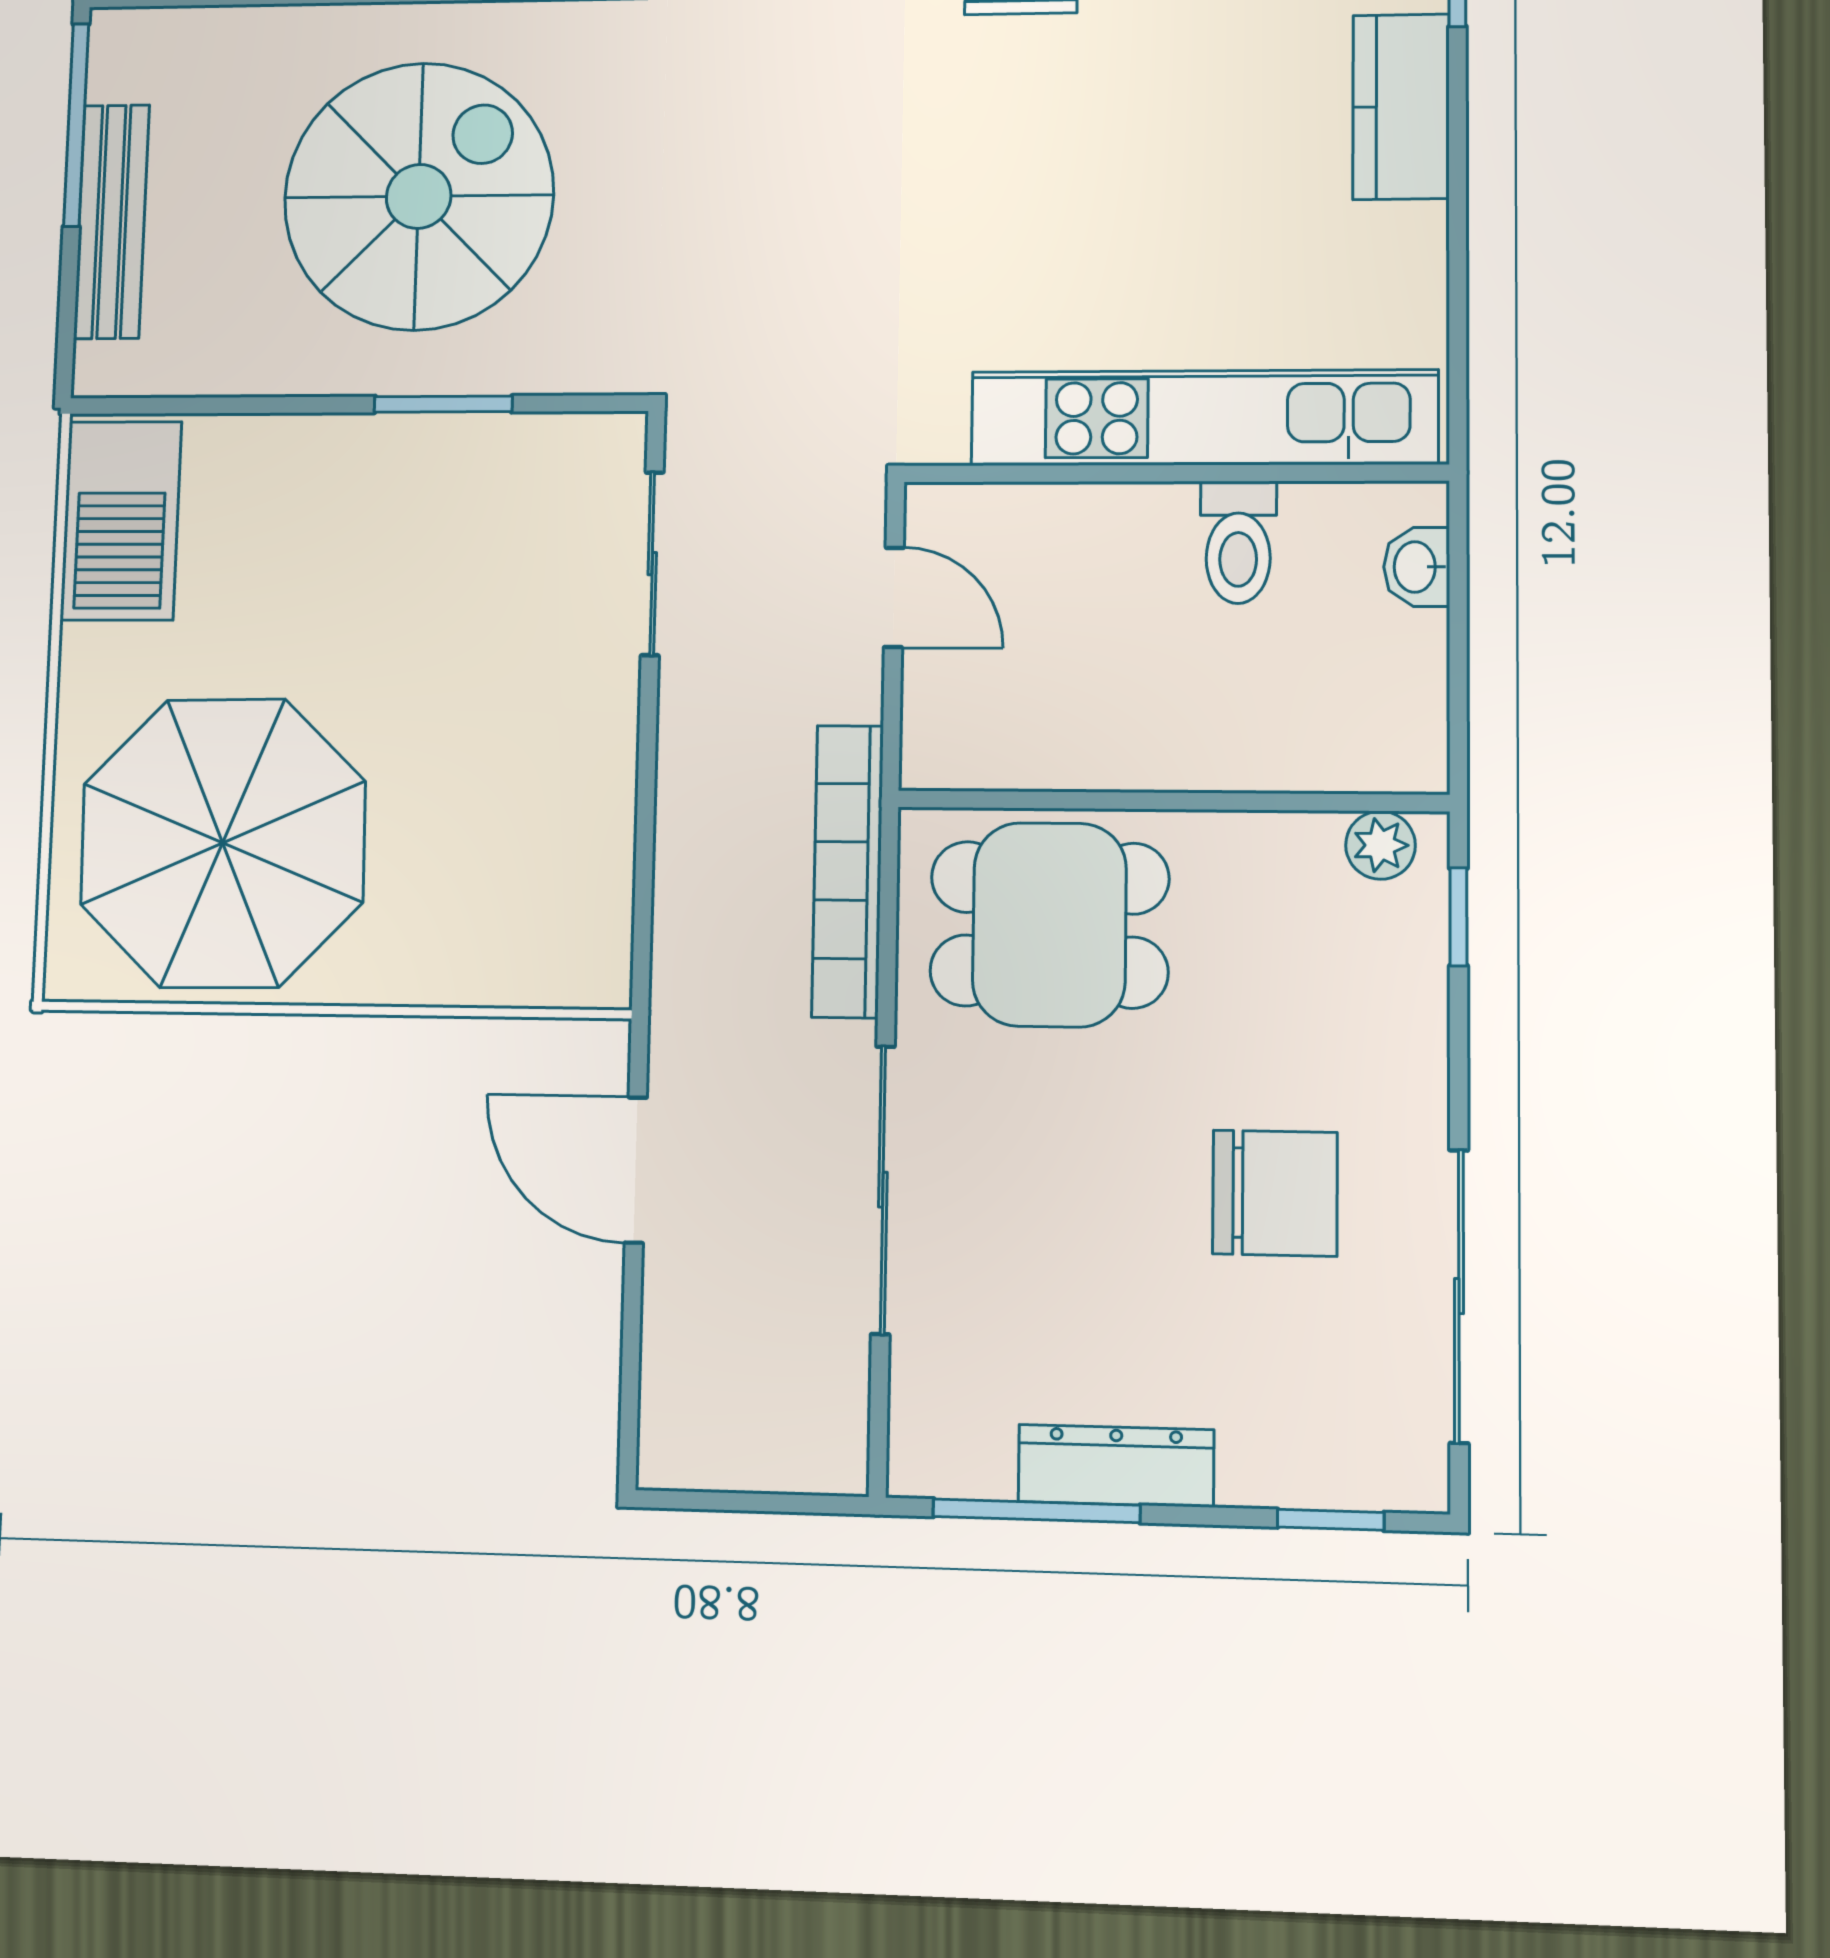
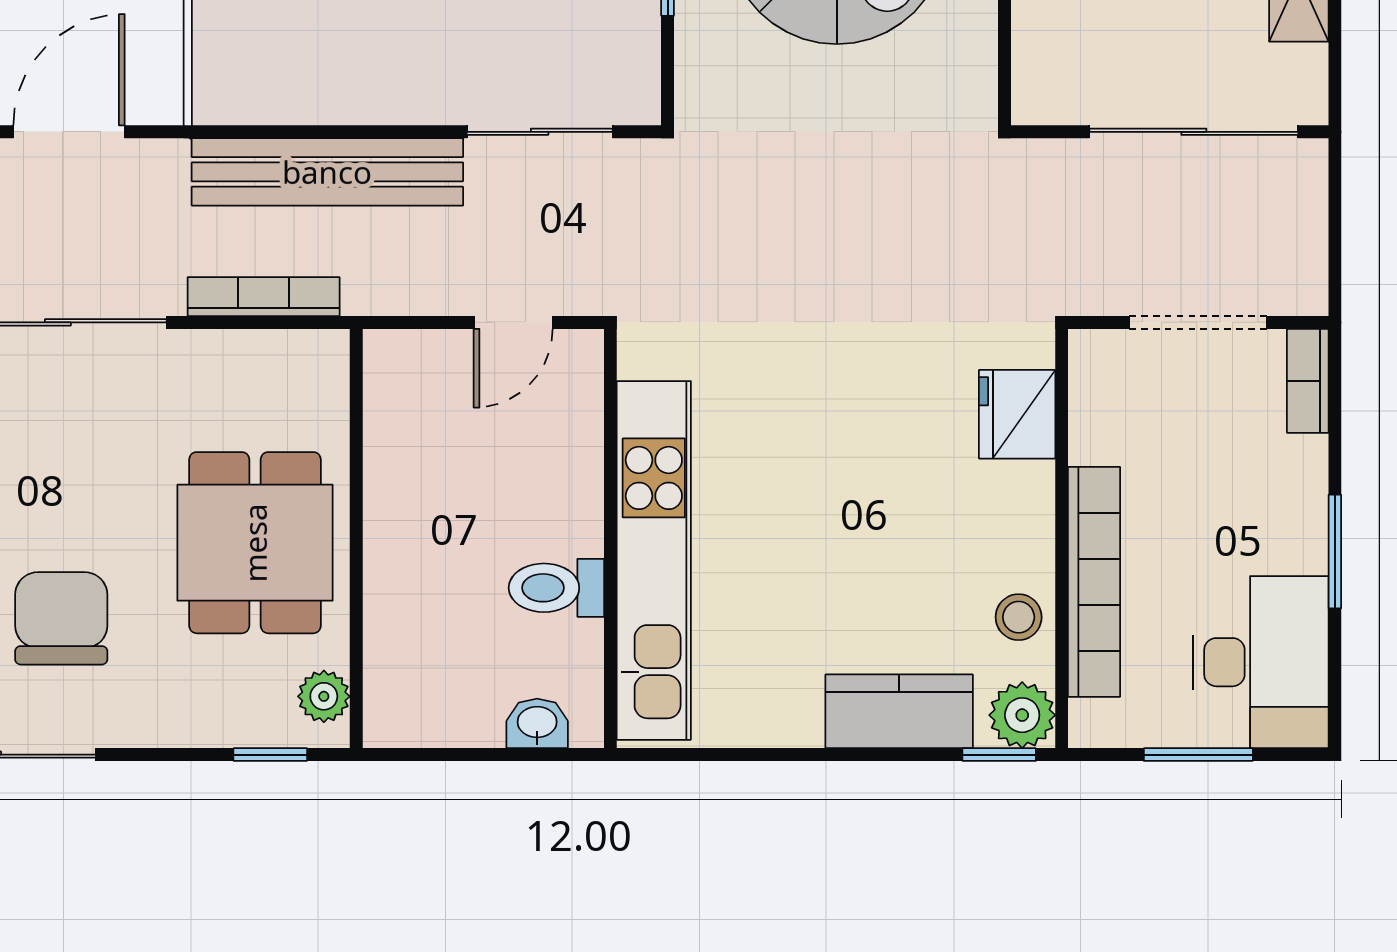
bench: (696, 834) -> (327, 172), added
bookcase: (848, 871) -> (264, 297), width x0.68, depth x0.76
dining table: (1049, 925) -> (255, 543), moved
chair: (1275, 1193) -> (61, 618), turned 180

